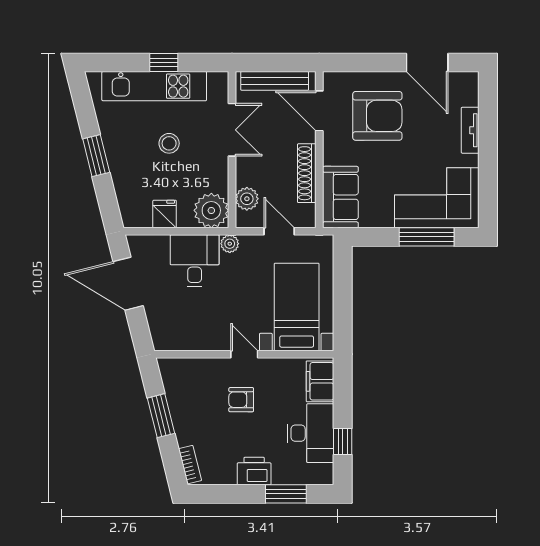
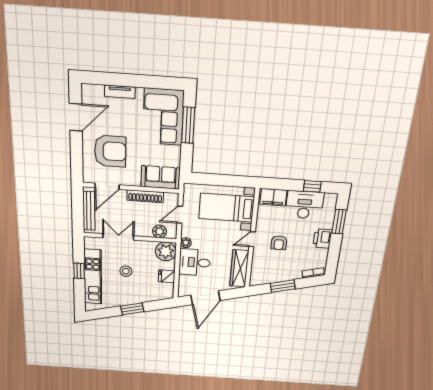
armchair: (377, 116) -> (110, 151), turned 90
wardrobe: (189, 338) -> (239, 268), added

